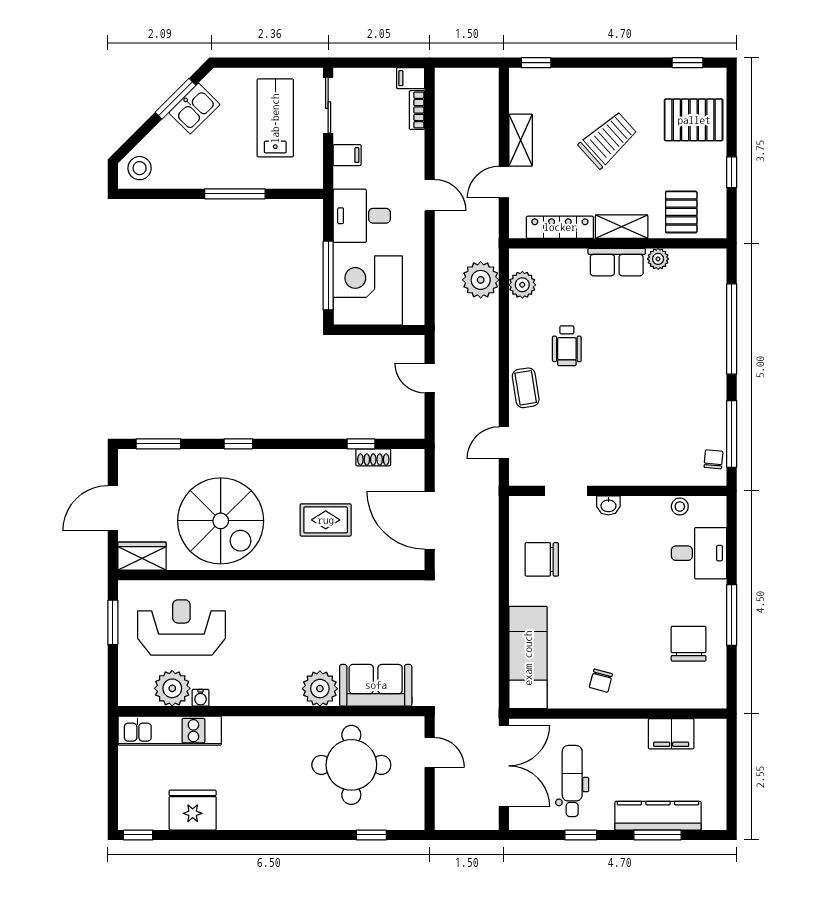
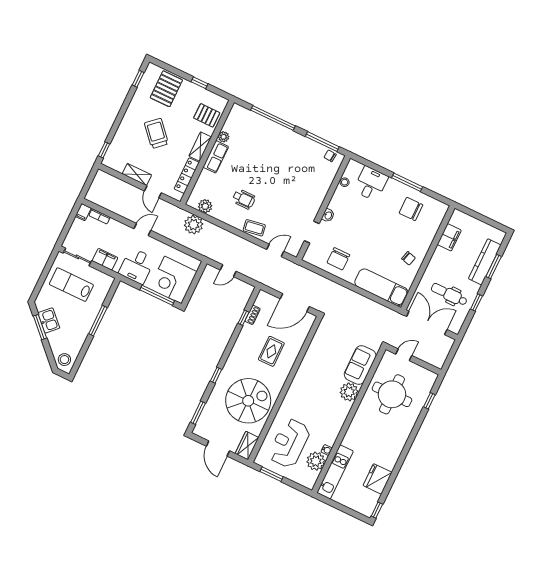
filing cabinet: (347, 155) -> (105, 259), width x2.00
door: (504, 443) -> (275, 250), swing flipped

